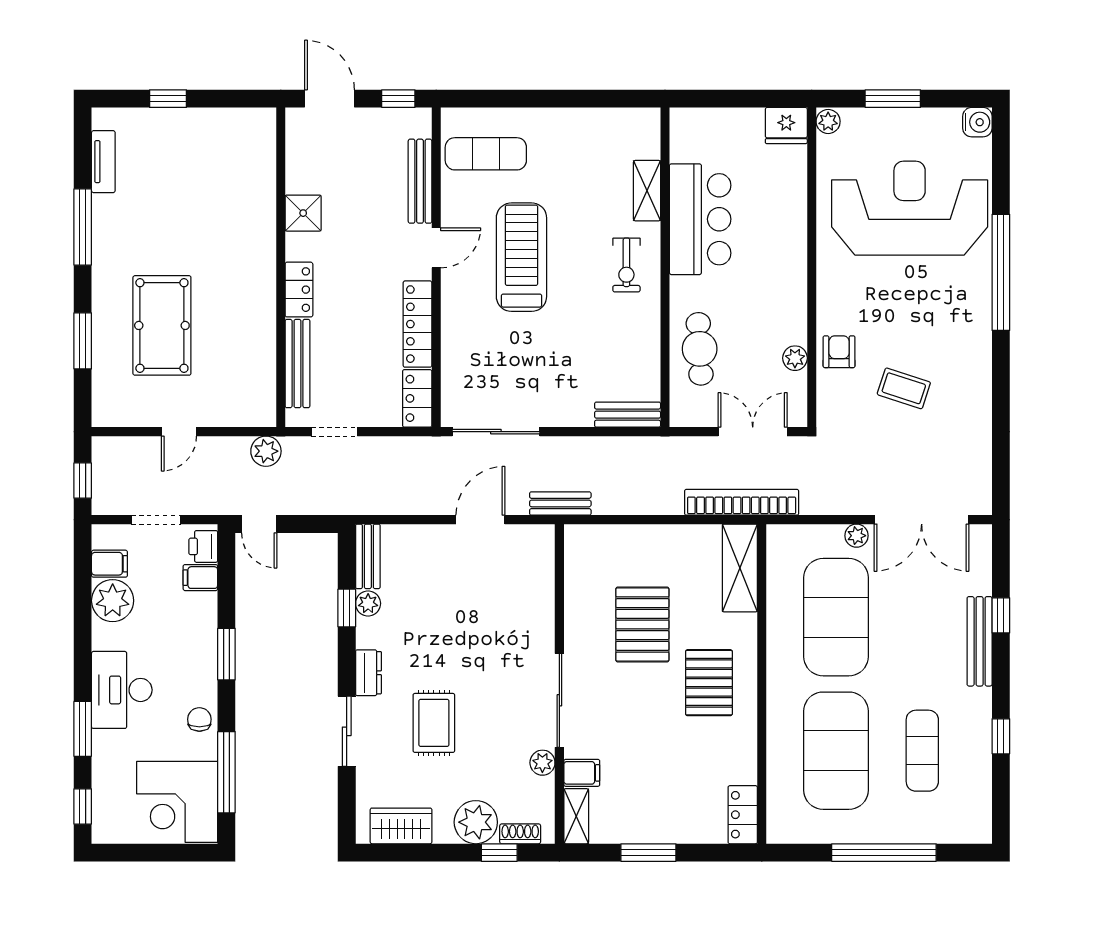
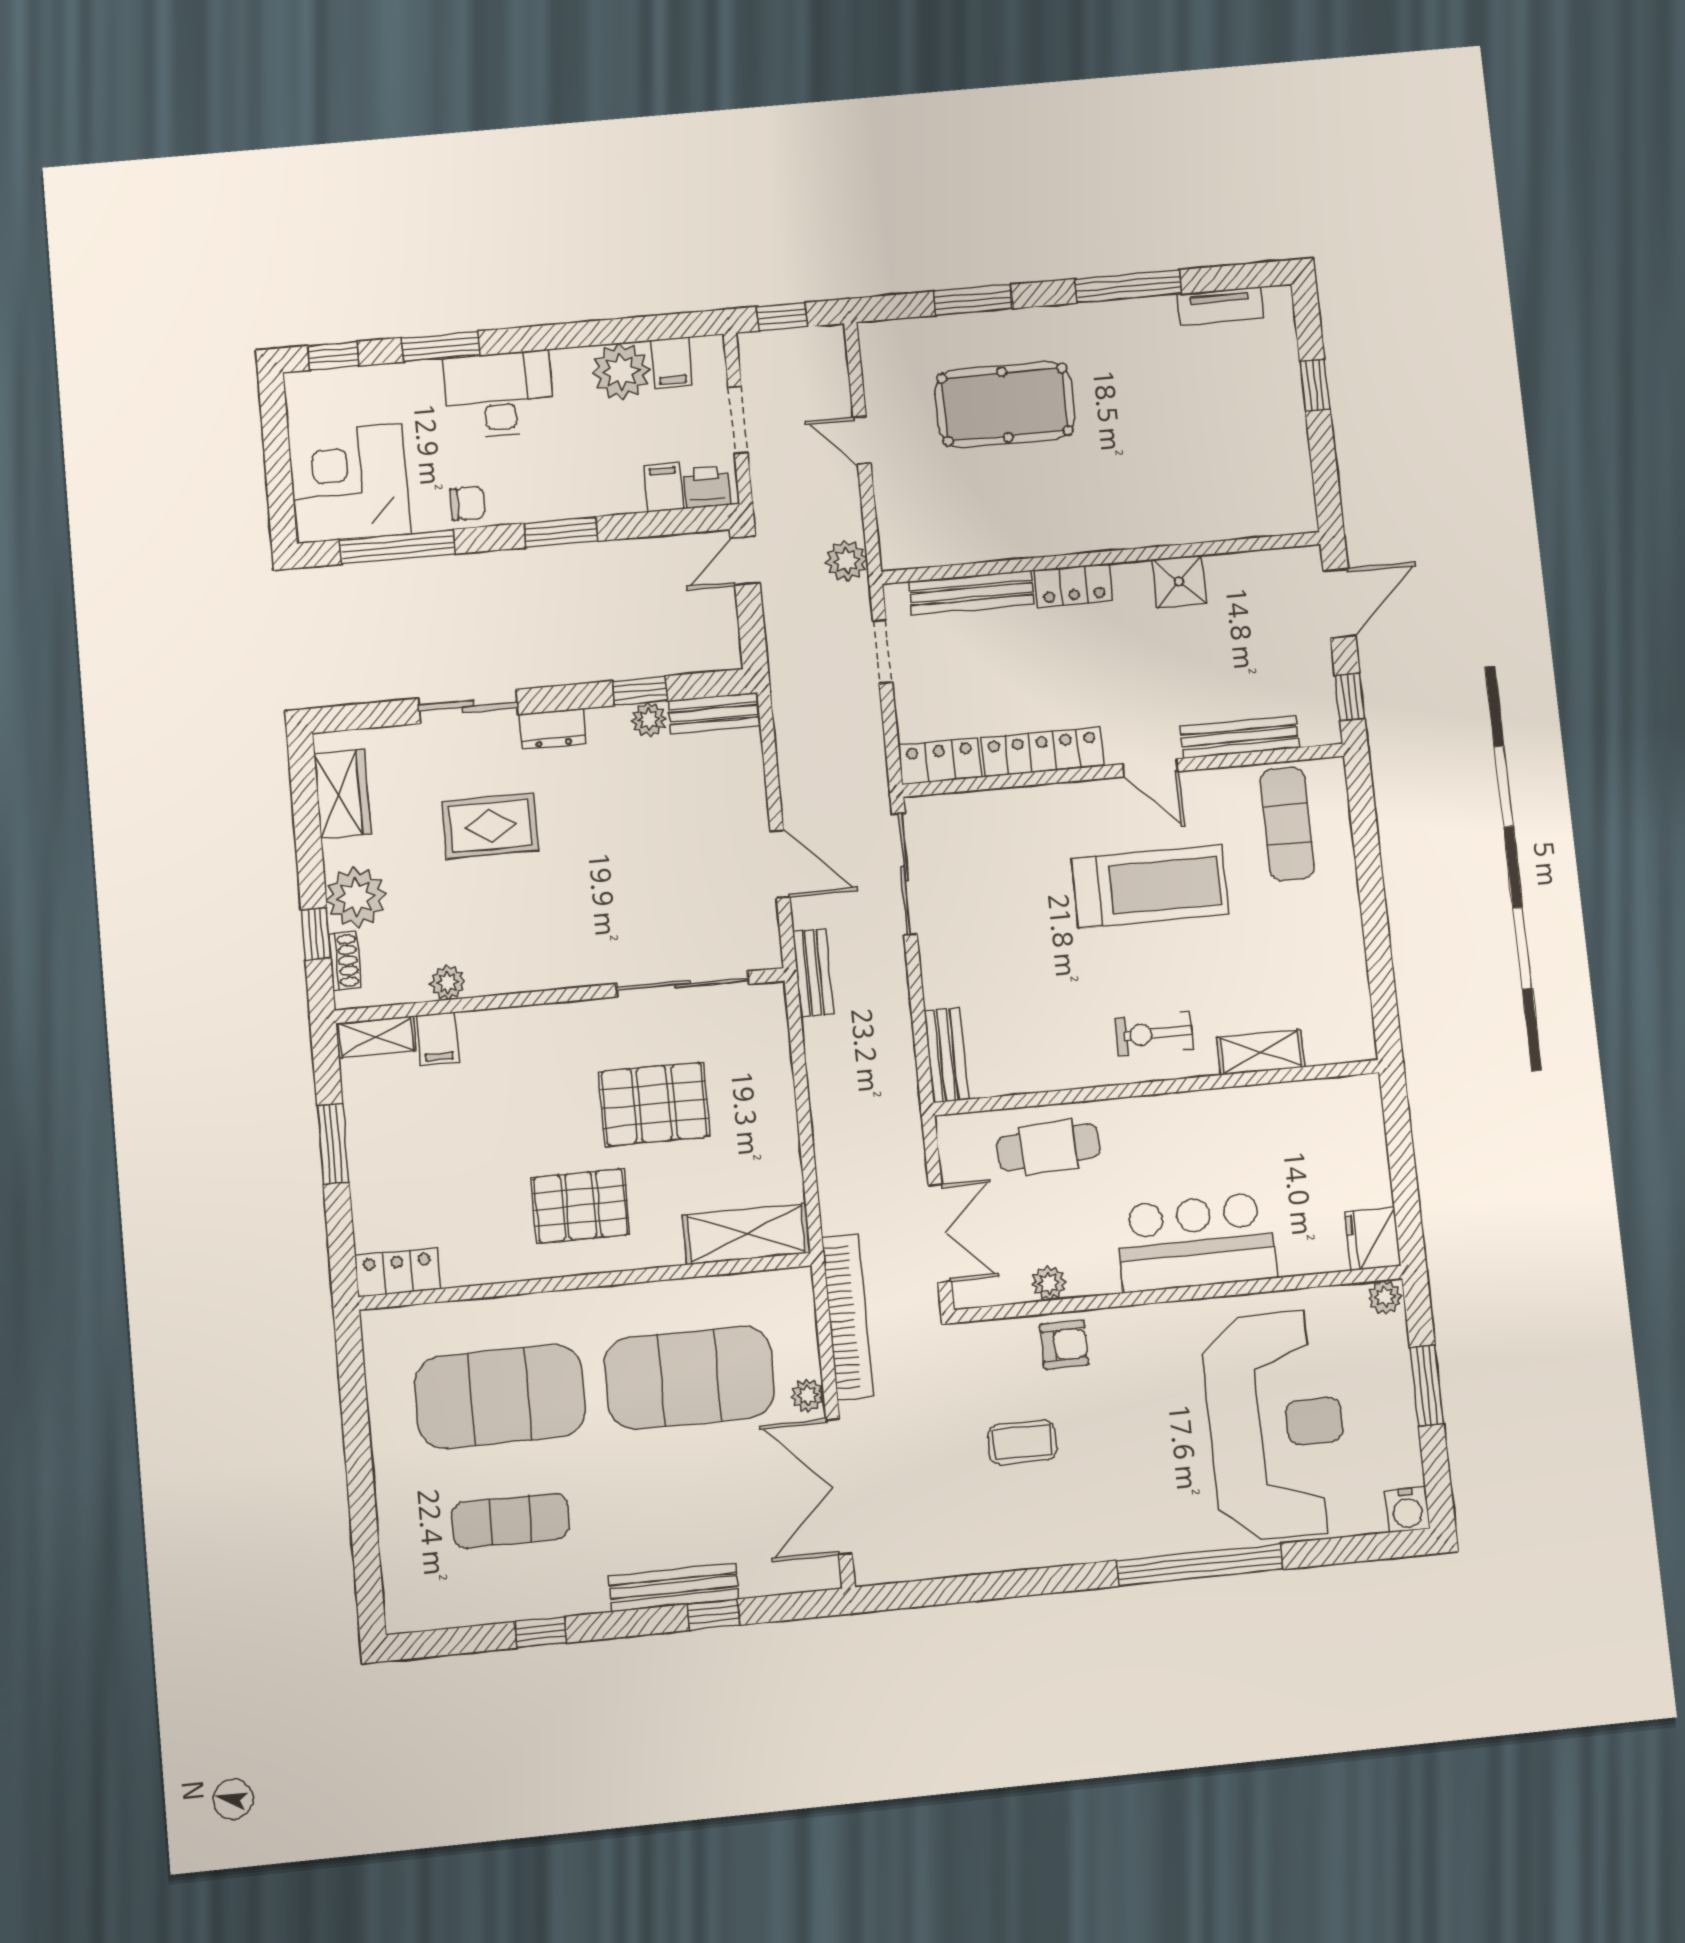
bar counter: (700, 219) -> (1196, 1242), moved, turned 180
coffee table: (904, 388) -> (1022, 1442), turned 72
bookcase: (742, 502) -> (848, 1317), moved
sliding door: (559, 700) -> (683, 984), moved
window: (884, 853) -> (360, 1480), removed

